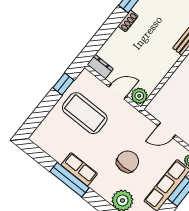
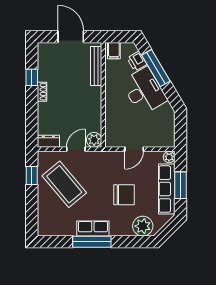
coffee table: (85, 113) -> (64, 184), turned 50
chair: (128, 162) -> (124, 195), turned 90

